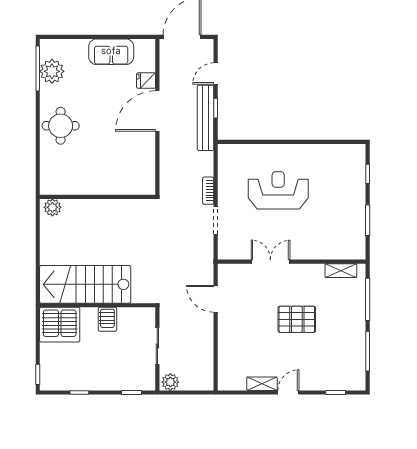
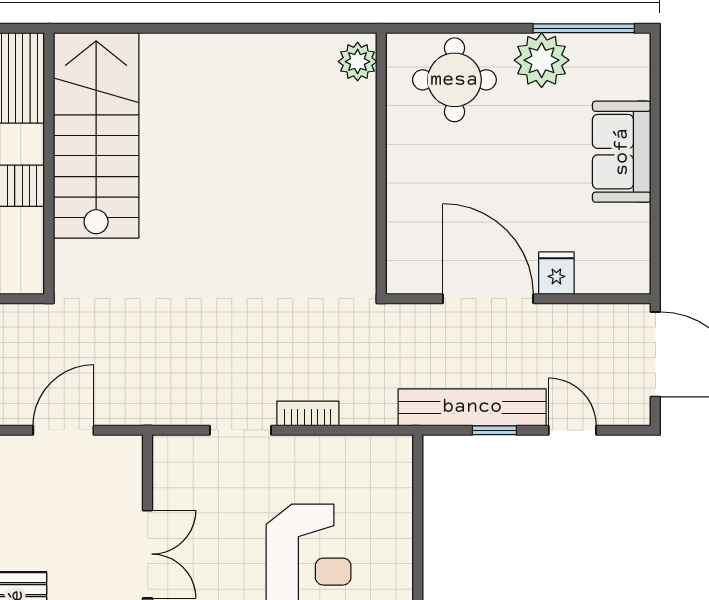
sofa: (111, 52) -> (622, 152), moved
plant: (52, 71) -> (542, 60), moved
wall: (98, 197) -> (381, 164), moved
plant: (52, 207) -> (358, 62), moved

